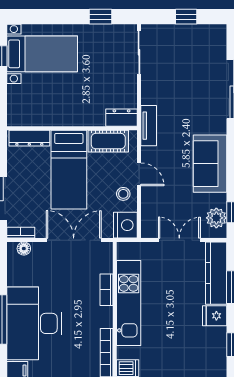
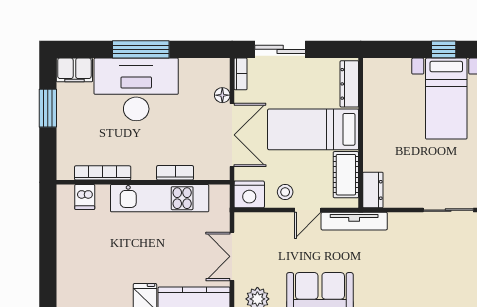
tv unit: (149, 126) -> (354, 221), width x1.41
double door: (179, 240) -> (232, 256), swing flipped
floor lamp: (24, 249) -> (222, 95), moved

